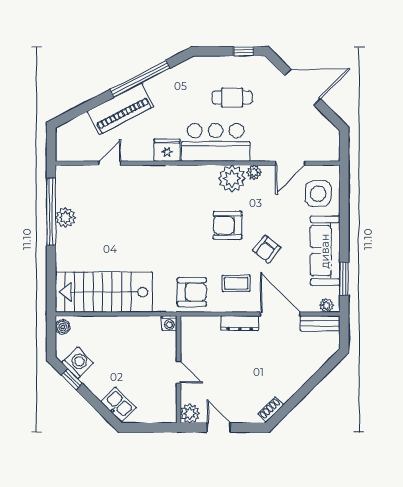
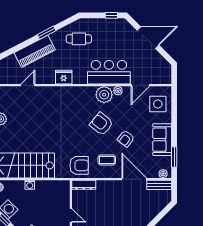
window: (140, 79) -> (47, 33), width x0.47
cafe table: (232, 97) -> (79, 39), moved
bar counter: (216, 142) -> (109, 72), moved
armchair: (228, 225) -> (101, 124), turned 39
sofa: (325, 251) -> (162, 140), width x0.73
washing machine: (169, 323) -> (30, 185), moved
dresser: (240, 323) -> (84, 185), moved

